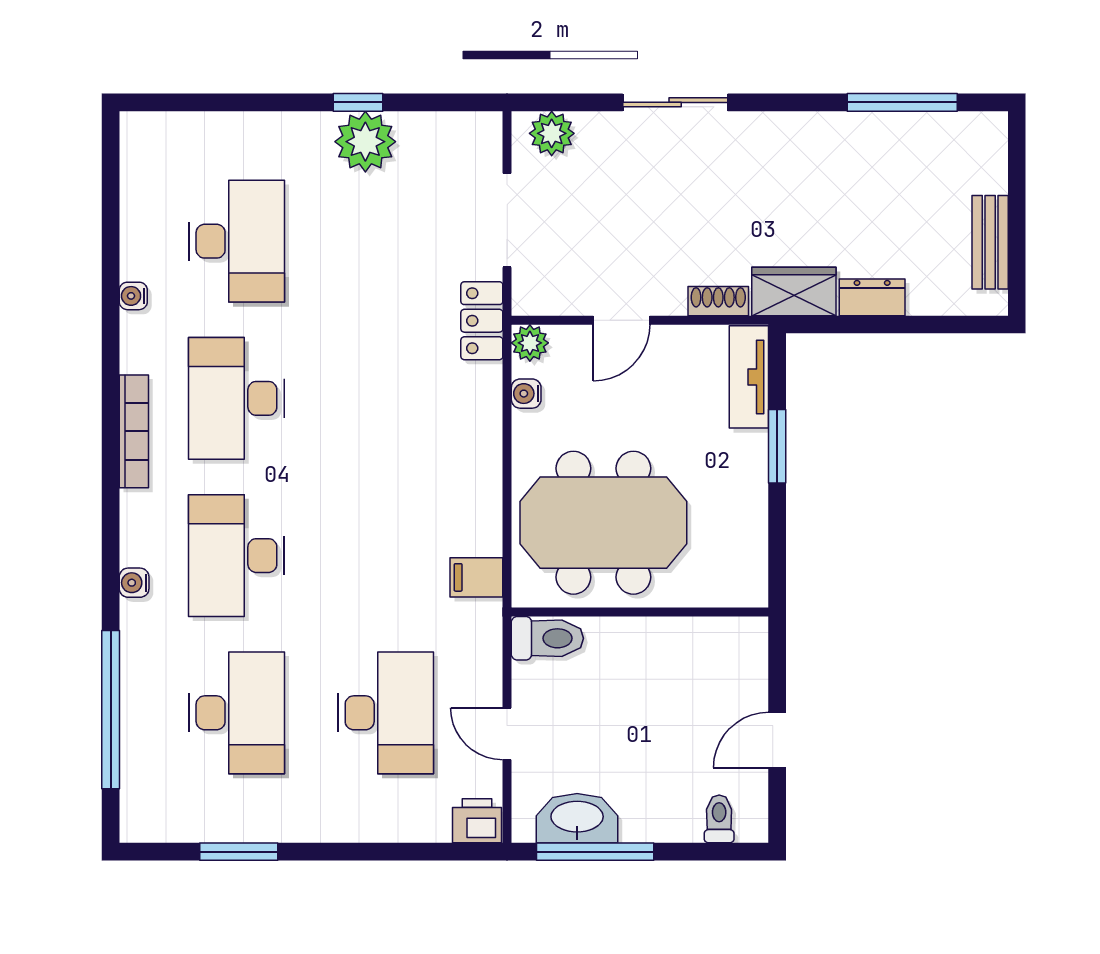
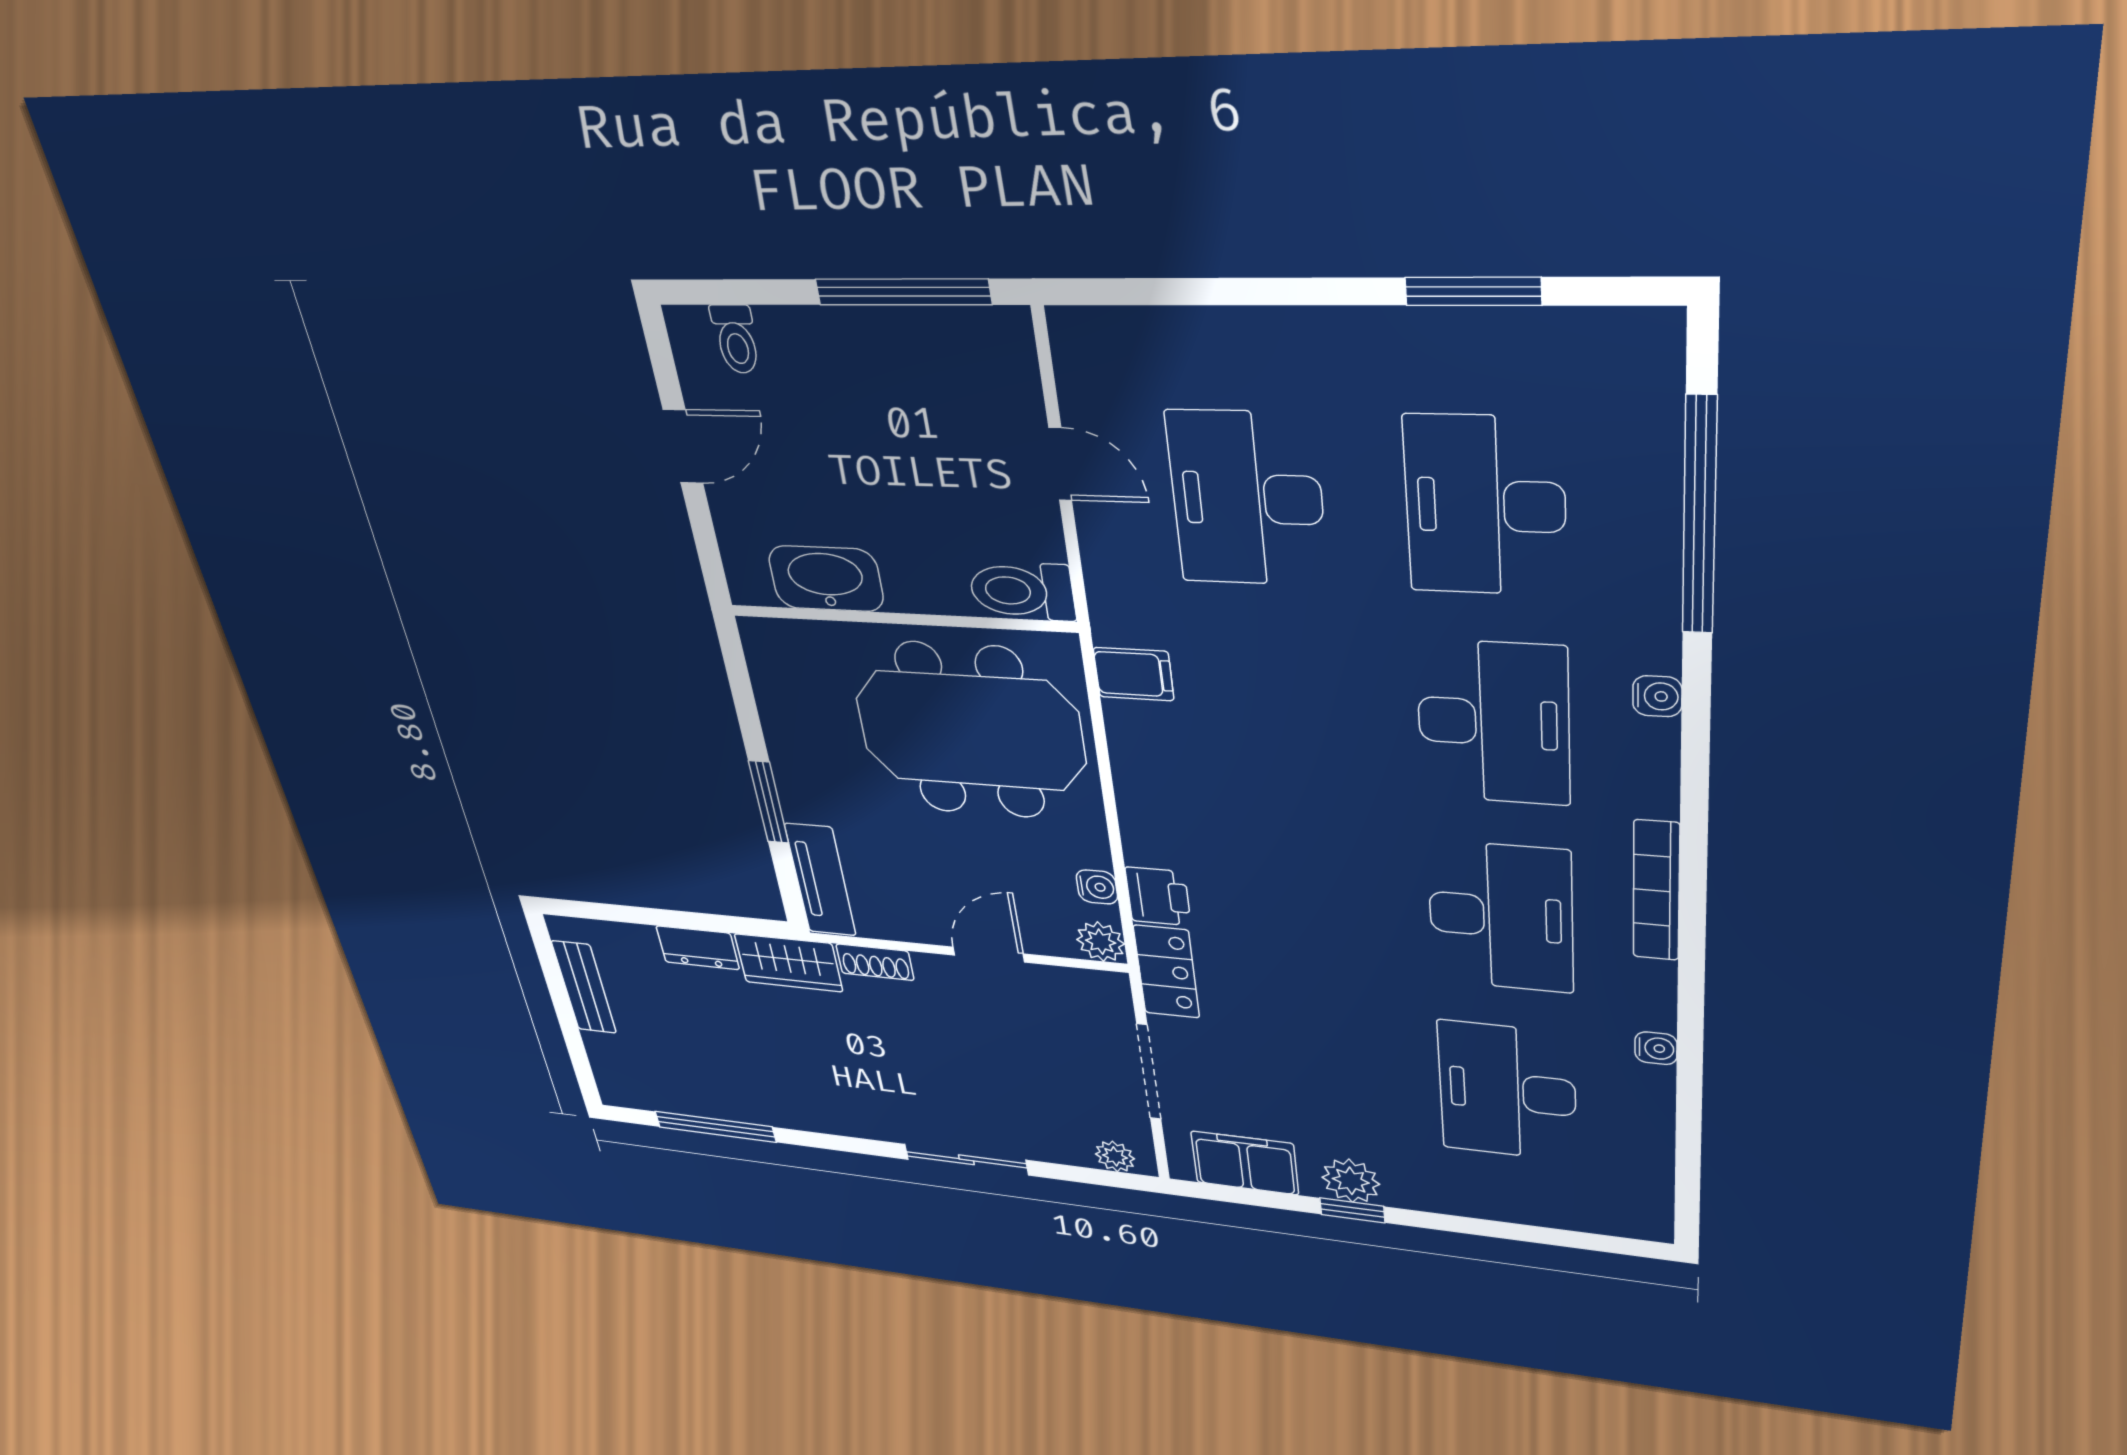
plant: (552, 133) -> (1115, 1156), width x0.73, depth x0.73
filing cabinet: (440, 138) -> (1245, 1163), added
plant: (365, 142) -> (1351, 1181), width x0.73, depth x0.73
washbasin: (577, 818) -> (826, 579), moved, turned 180
printer: (477, 821) -> (1158, 896), moved, turned -90

